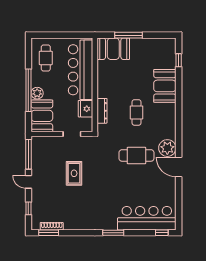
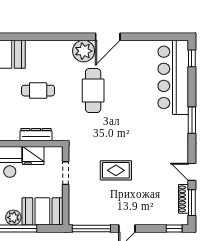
window: (28, 208) -> (174, 229), moved
door: (73, 233) -> (192, 172), added

